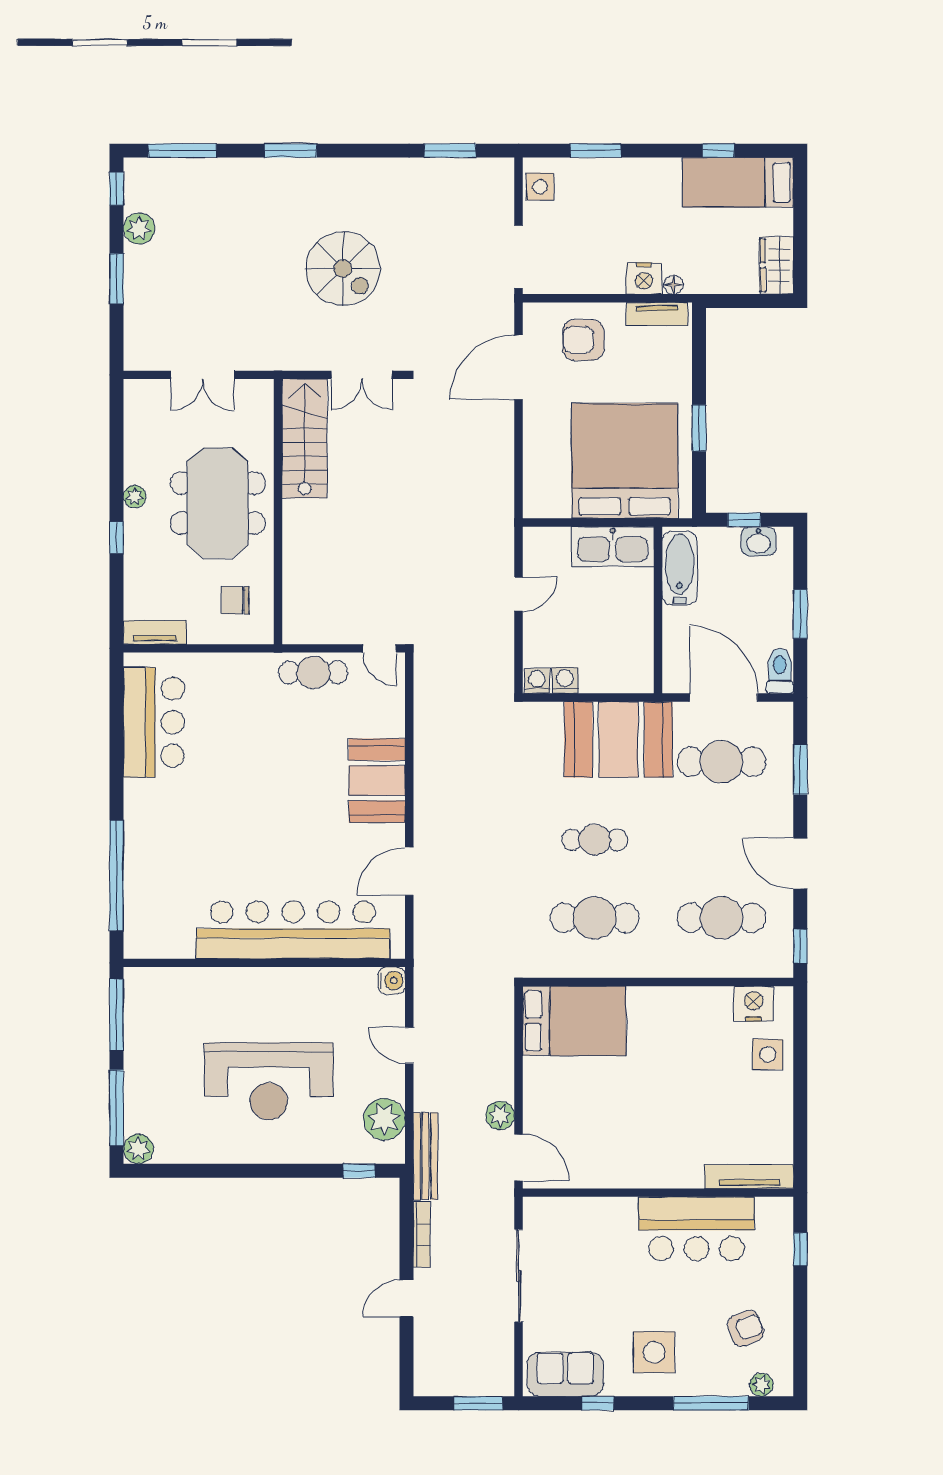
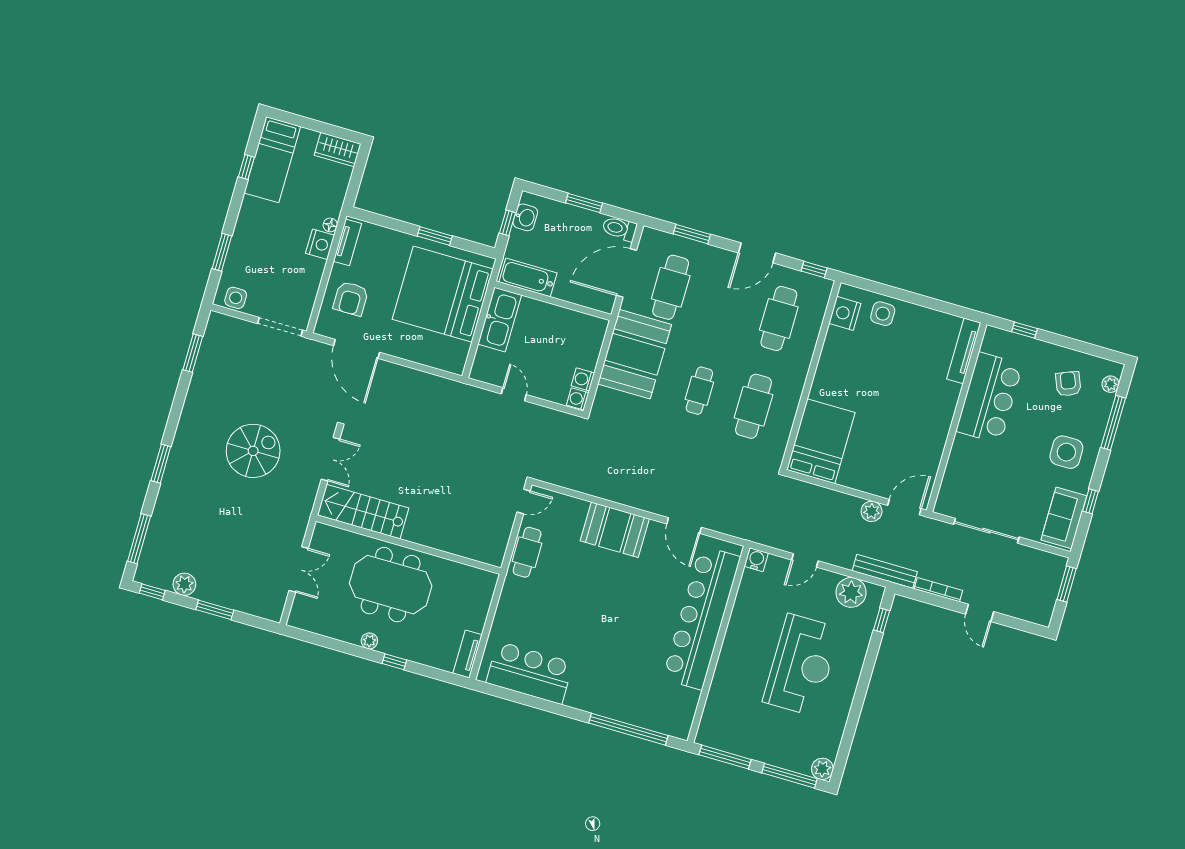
chair: (235, 600) -> (461, 592), removed

